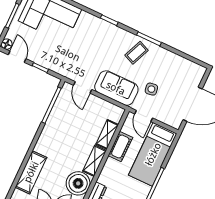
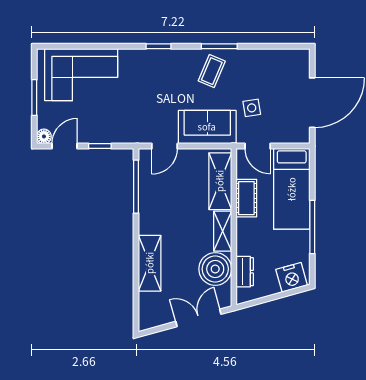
door: (17, 57) -> (64, 146), hinge flipped
door: (83, 87) -> (165, 146), hinge flipped
shelving: (107, 134) -> (220, 181), width x1.50, depth x1.33
shelving: (31, 172) -> (150, 263), moved

